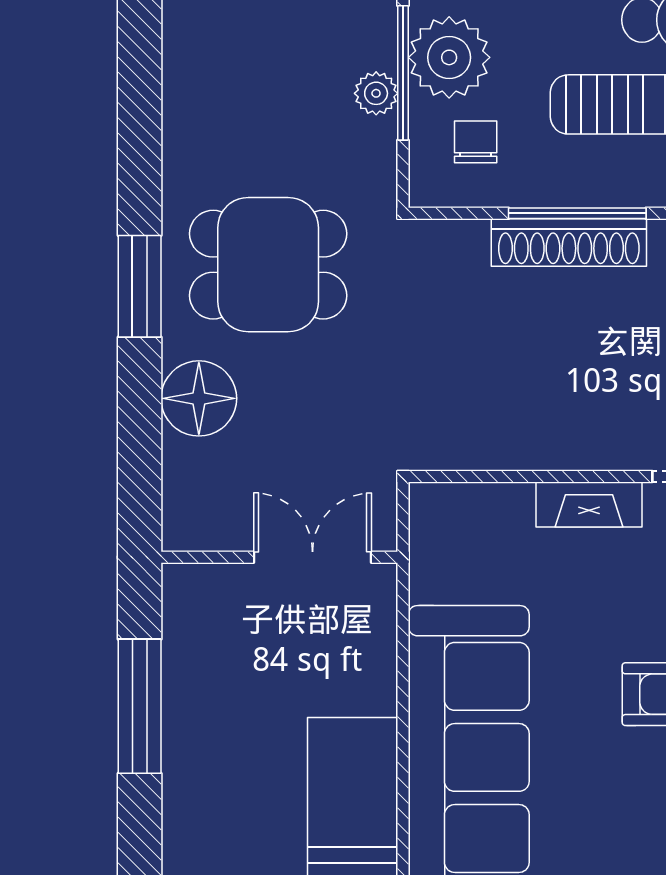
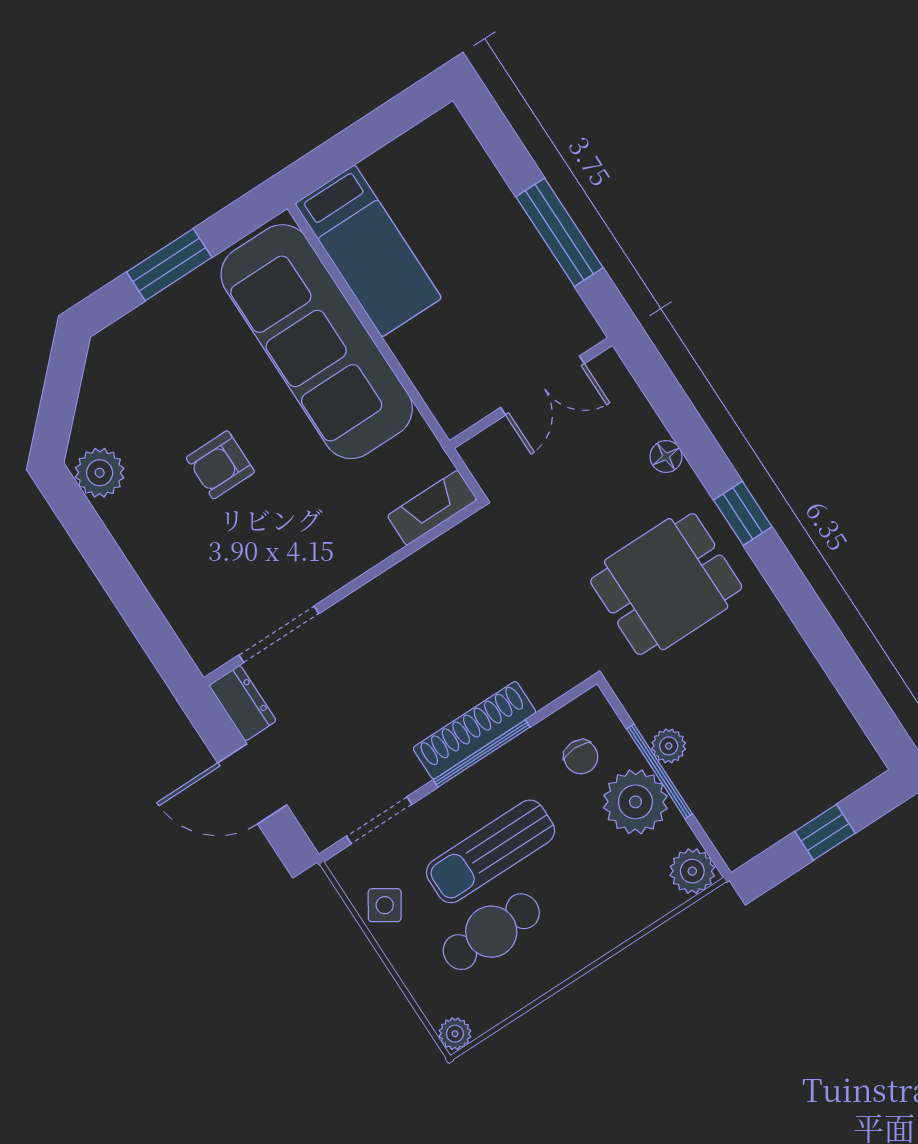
window: (140, 286) -> (743, 513), width x0.67
floor lamp: (199, 398) -> (666, 456), width x0.53, depth x0.53
fireplace: (589, 505) -> (432, 508), moved
double door: (313, 557) -> (542, 386), moved

